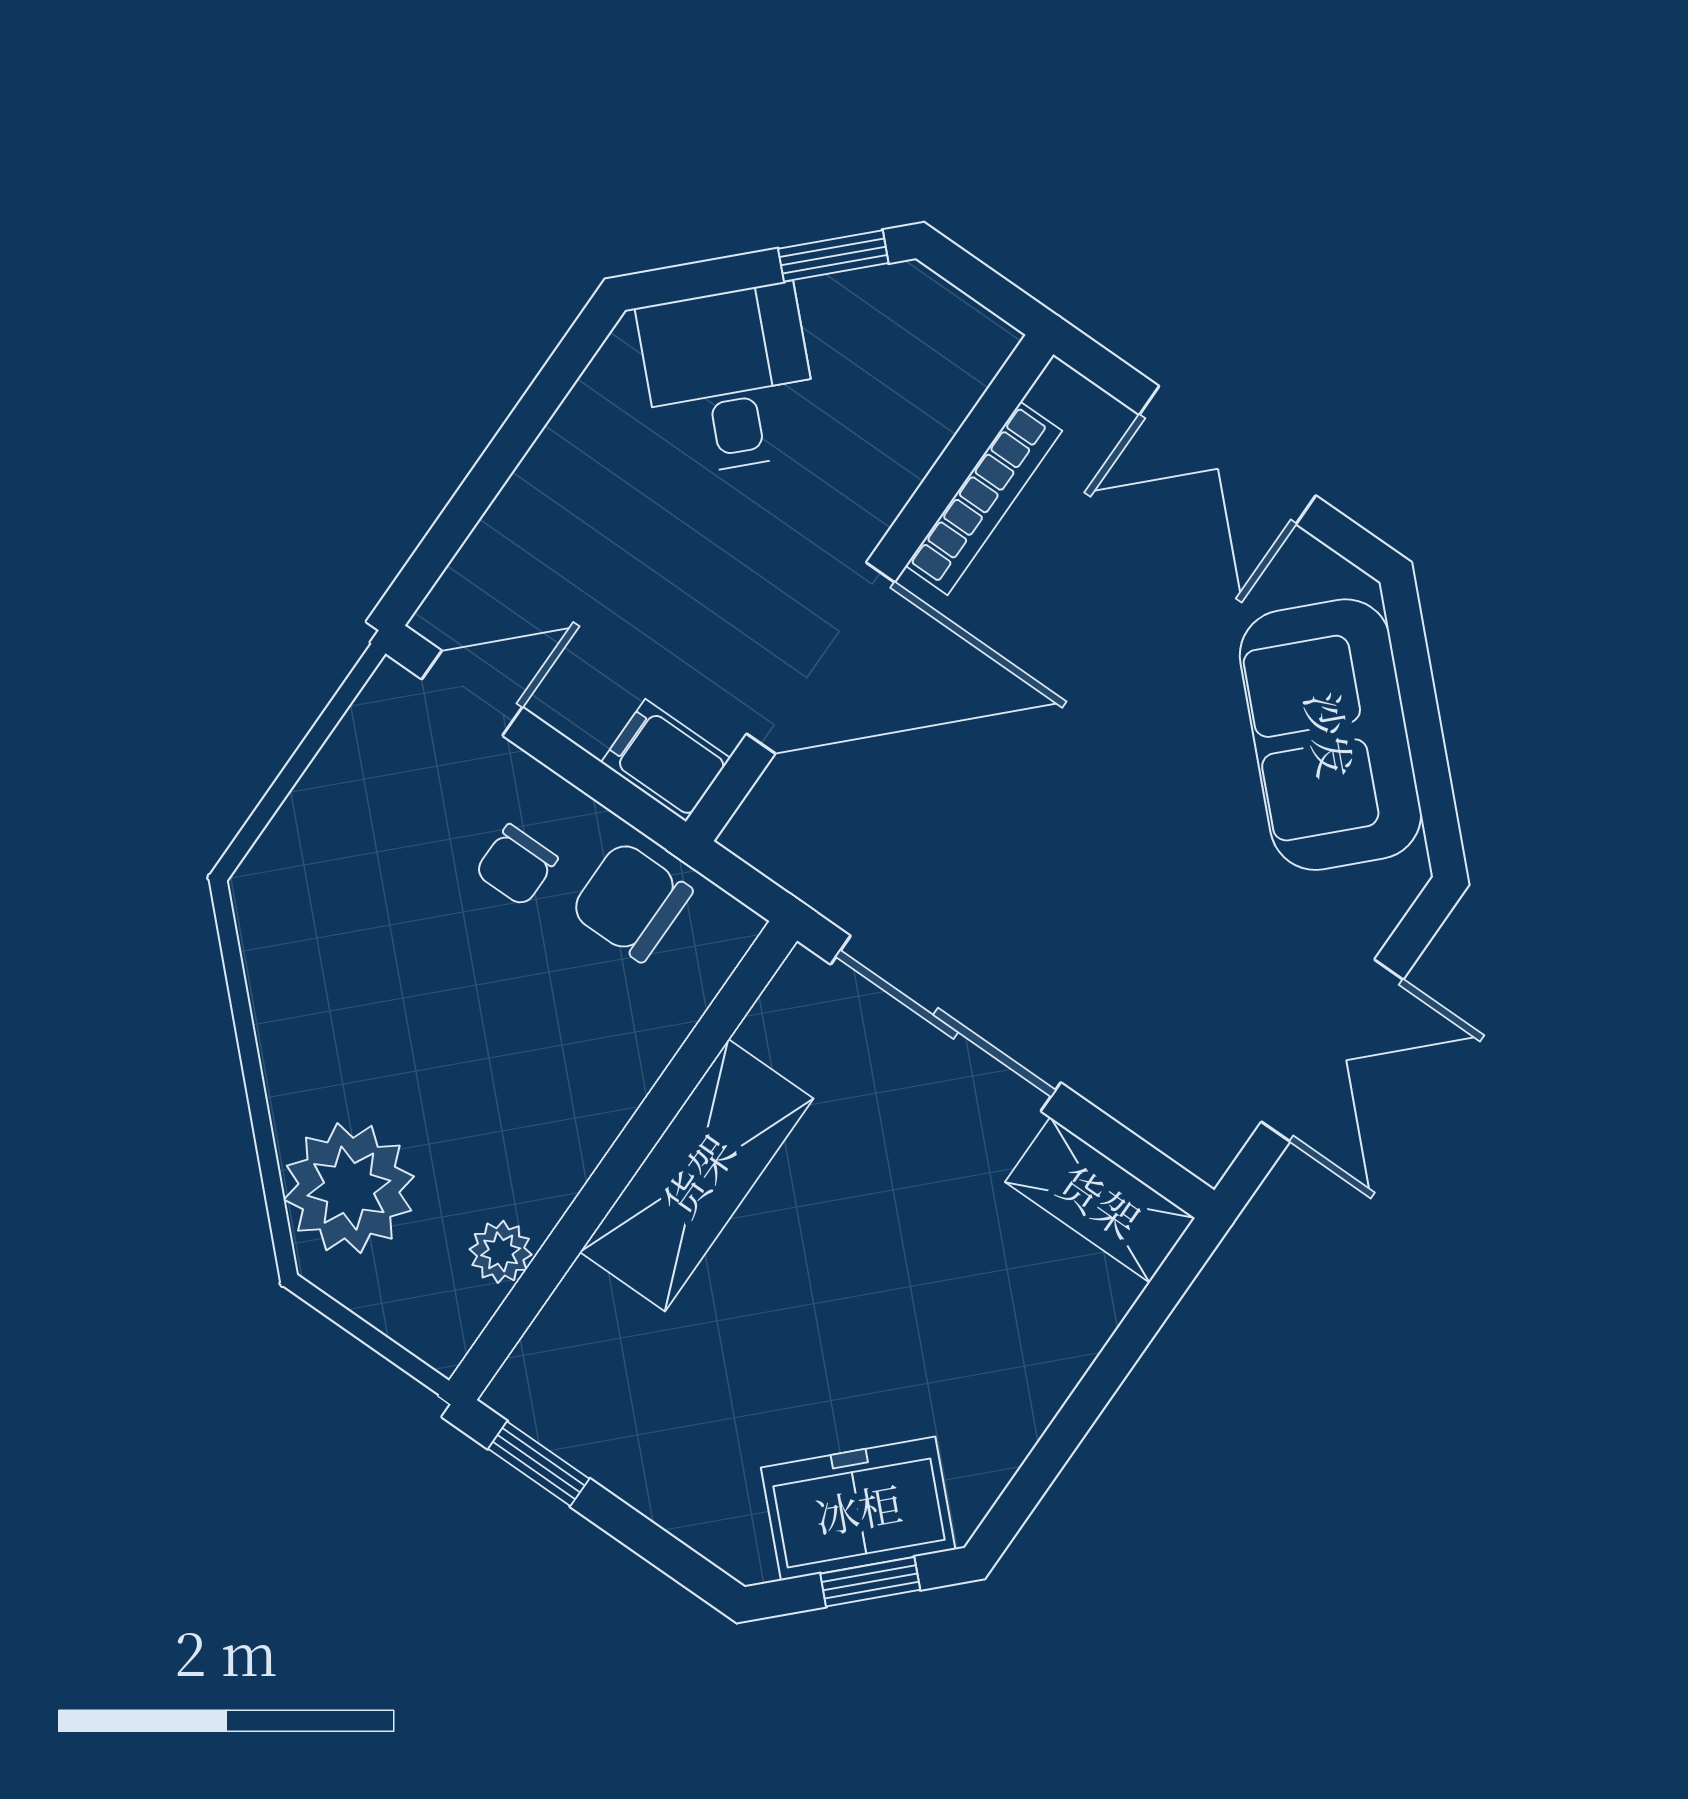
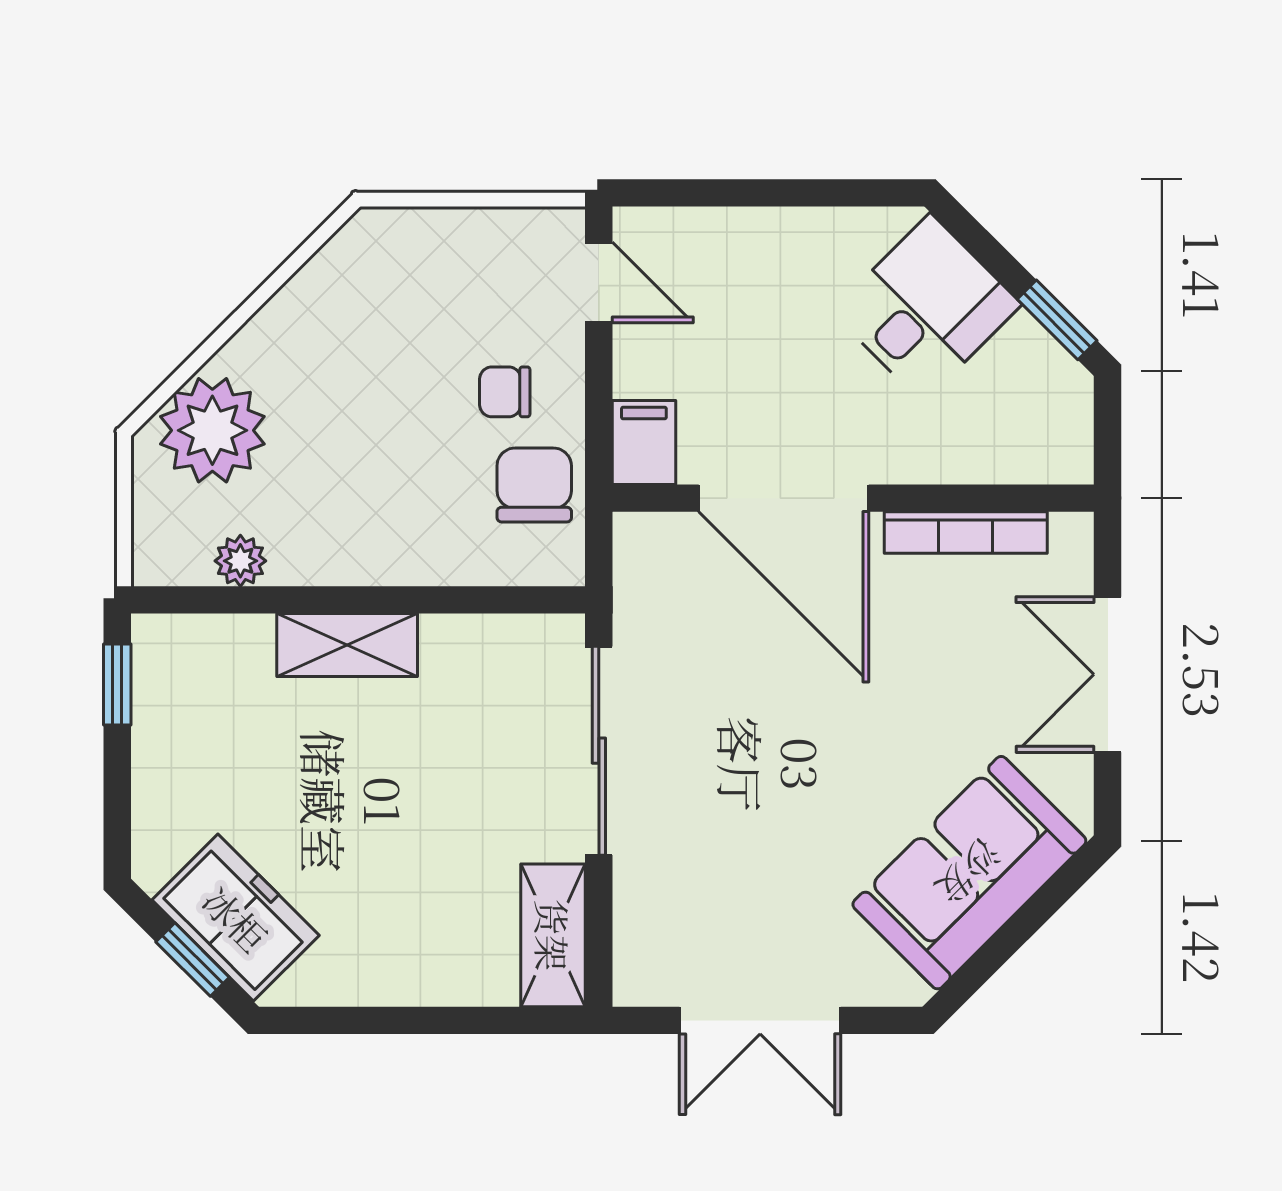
shelving: (697, 1175) -> (347, 645), width x0.67, depth x0.75

